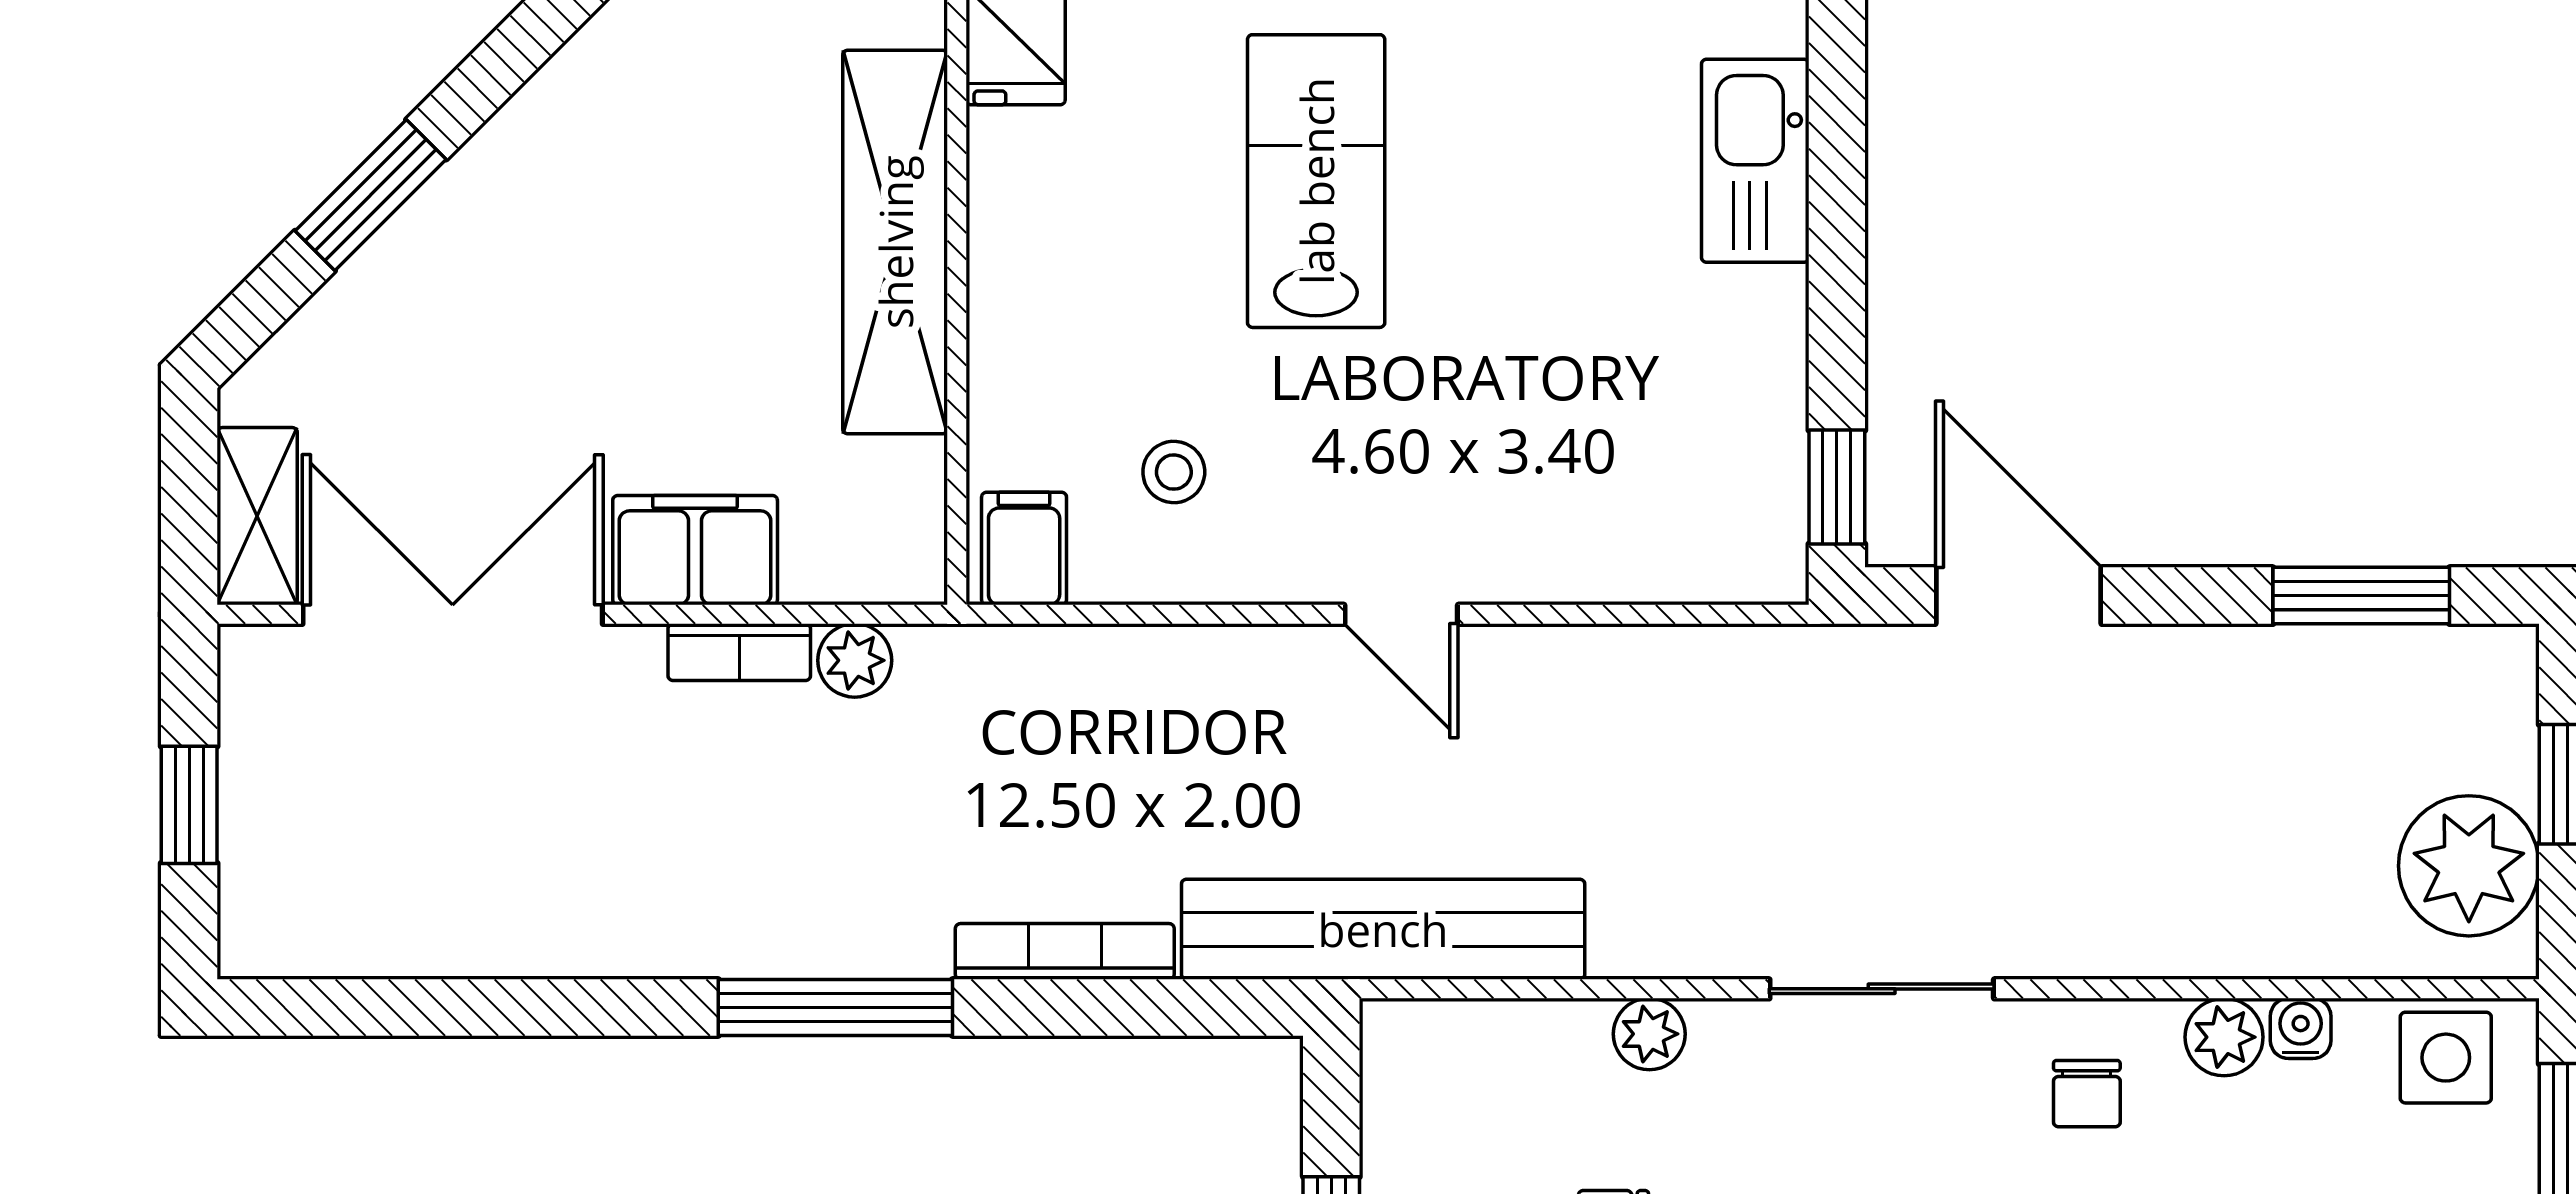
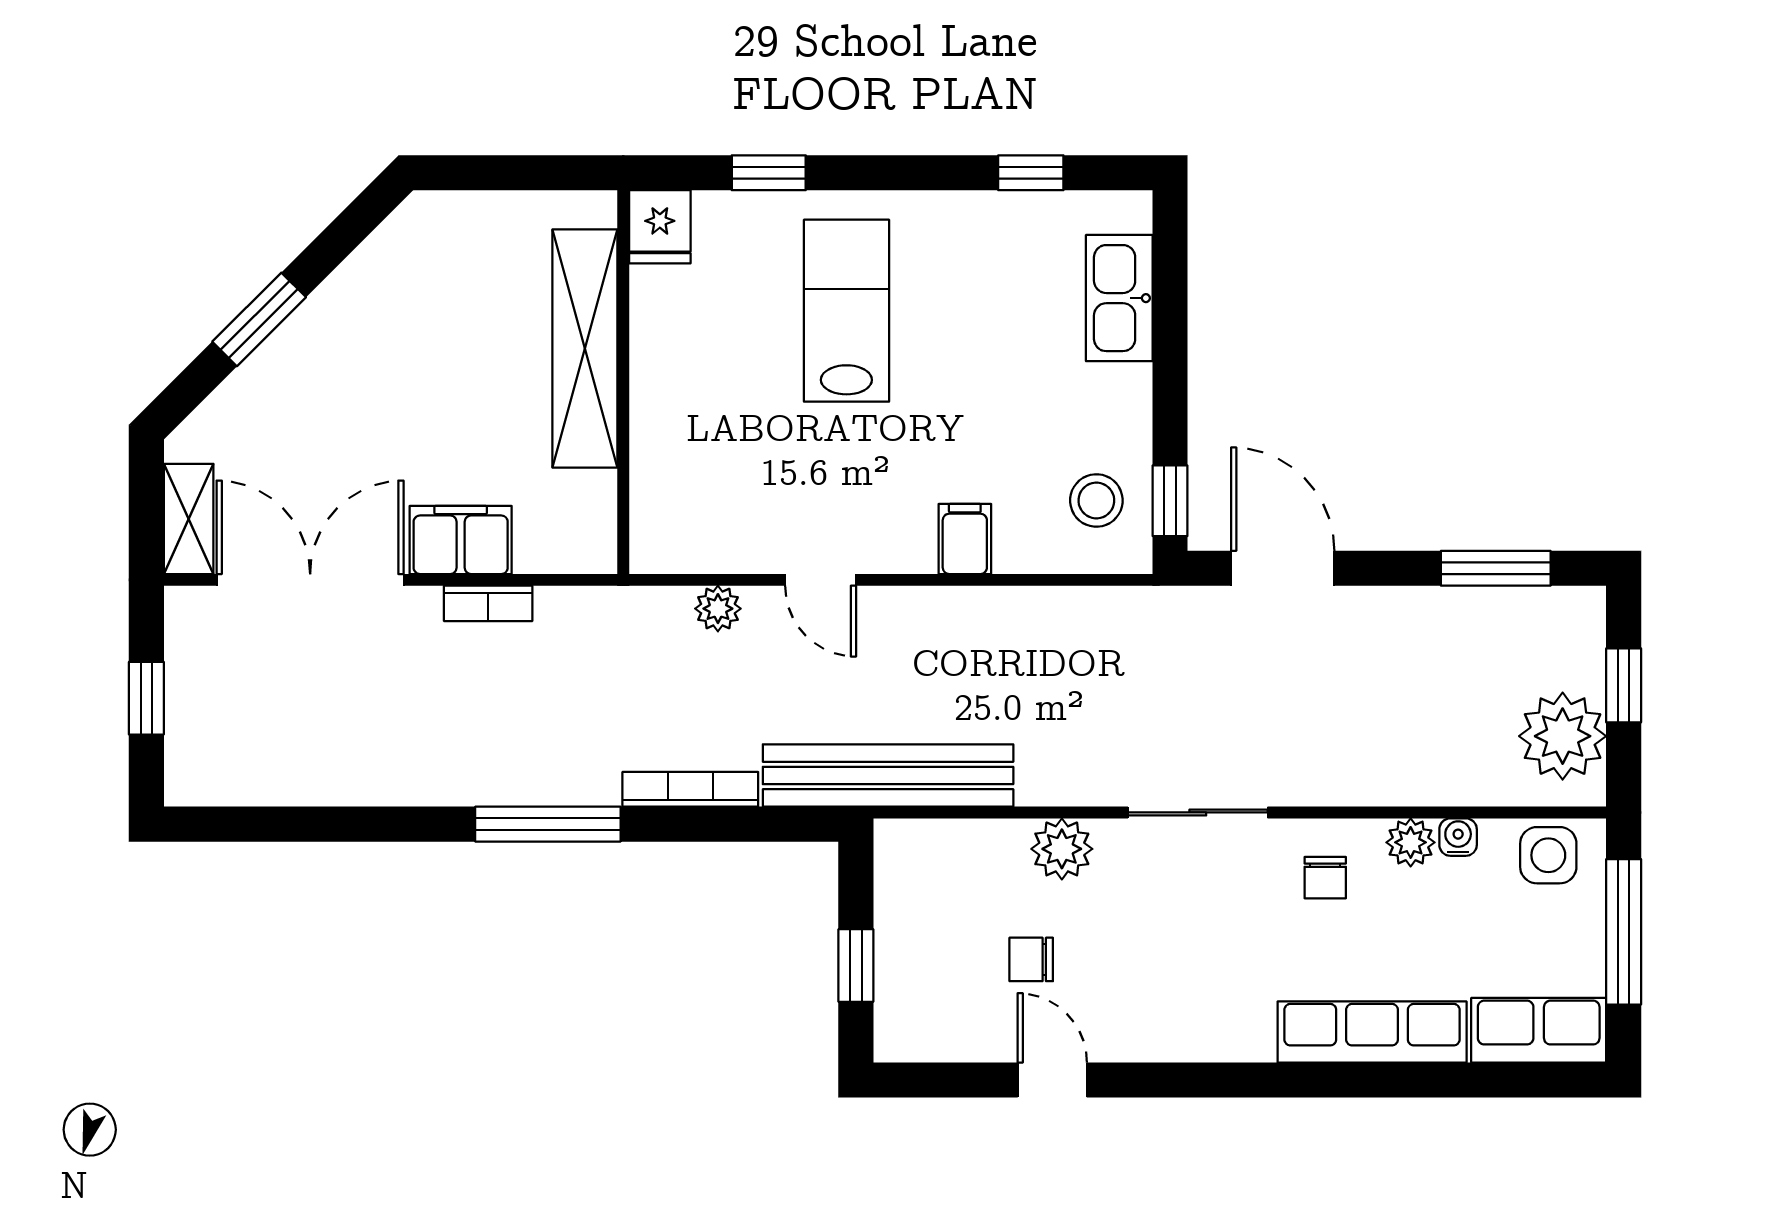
stool: (1174, 472) -> (1096, 500), moved, width x1.37, depth x1.37
filing cabinet: (1024, 549) -> (965, 539), moved
door: (1401, 614) -> (821, 580), moved
plant: (855, 660) -> (718, 609), moved
plant: (1649, 1034) -> (1062, 849), width x1.38, depth x1.38

